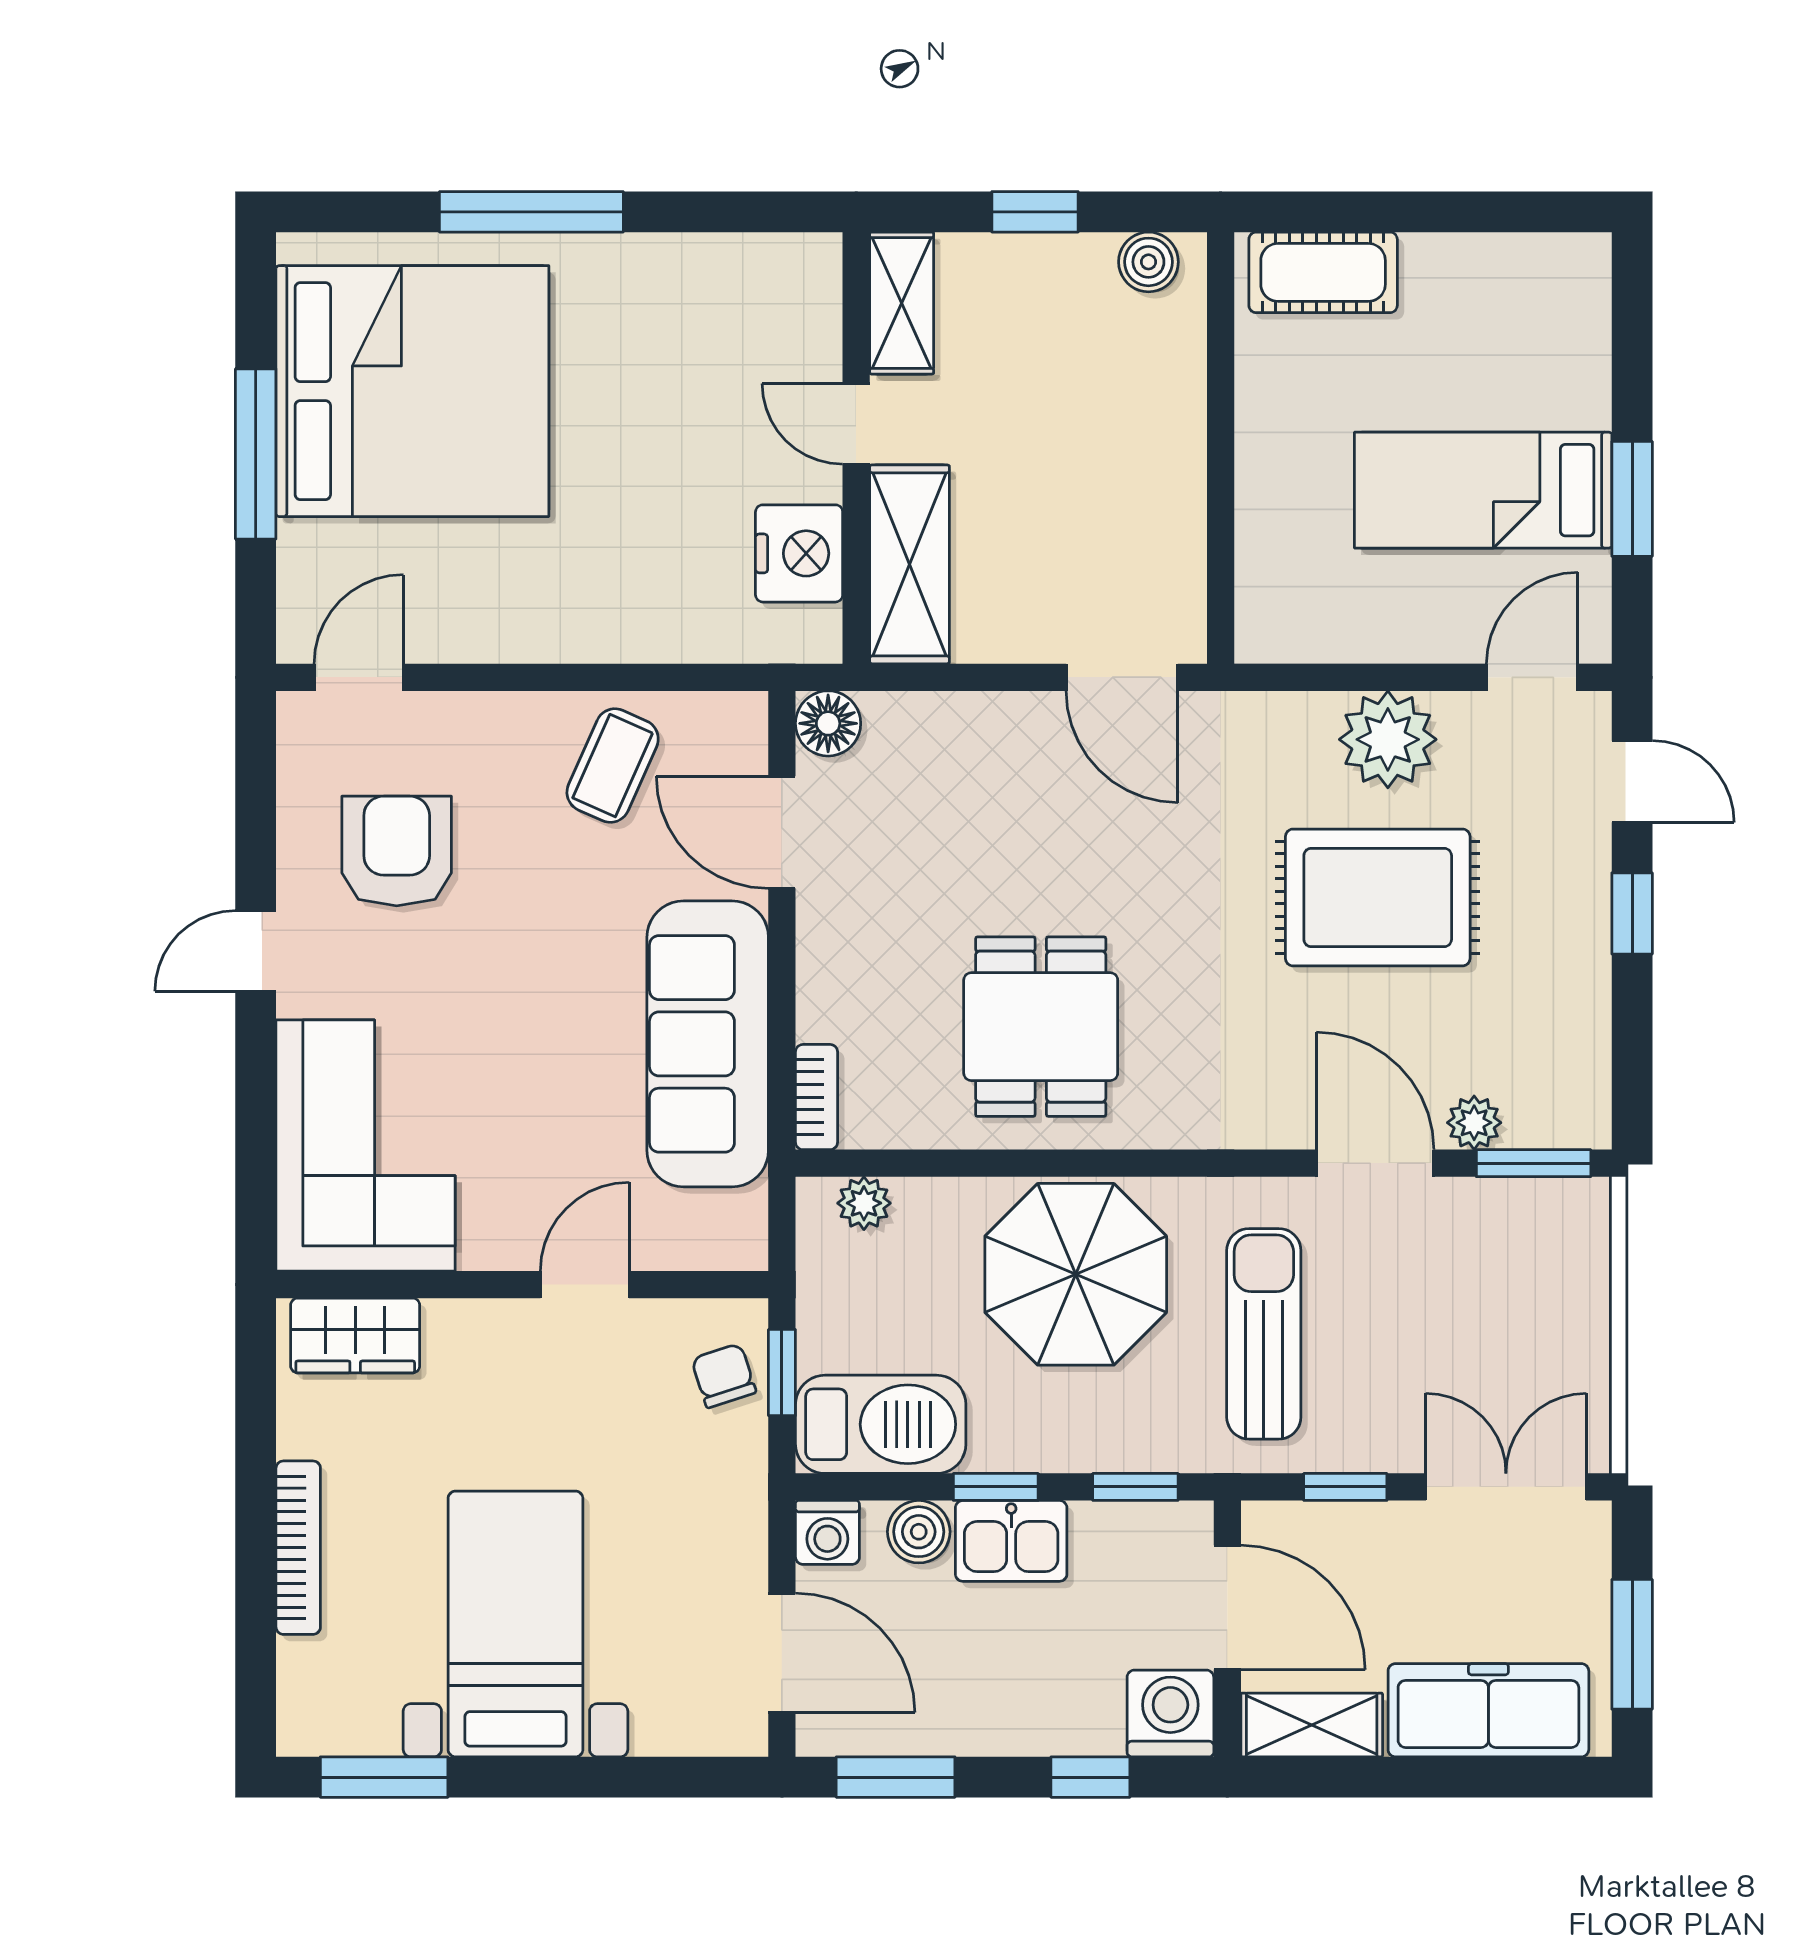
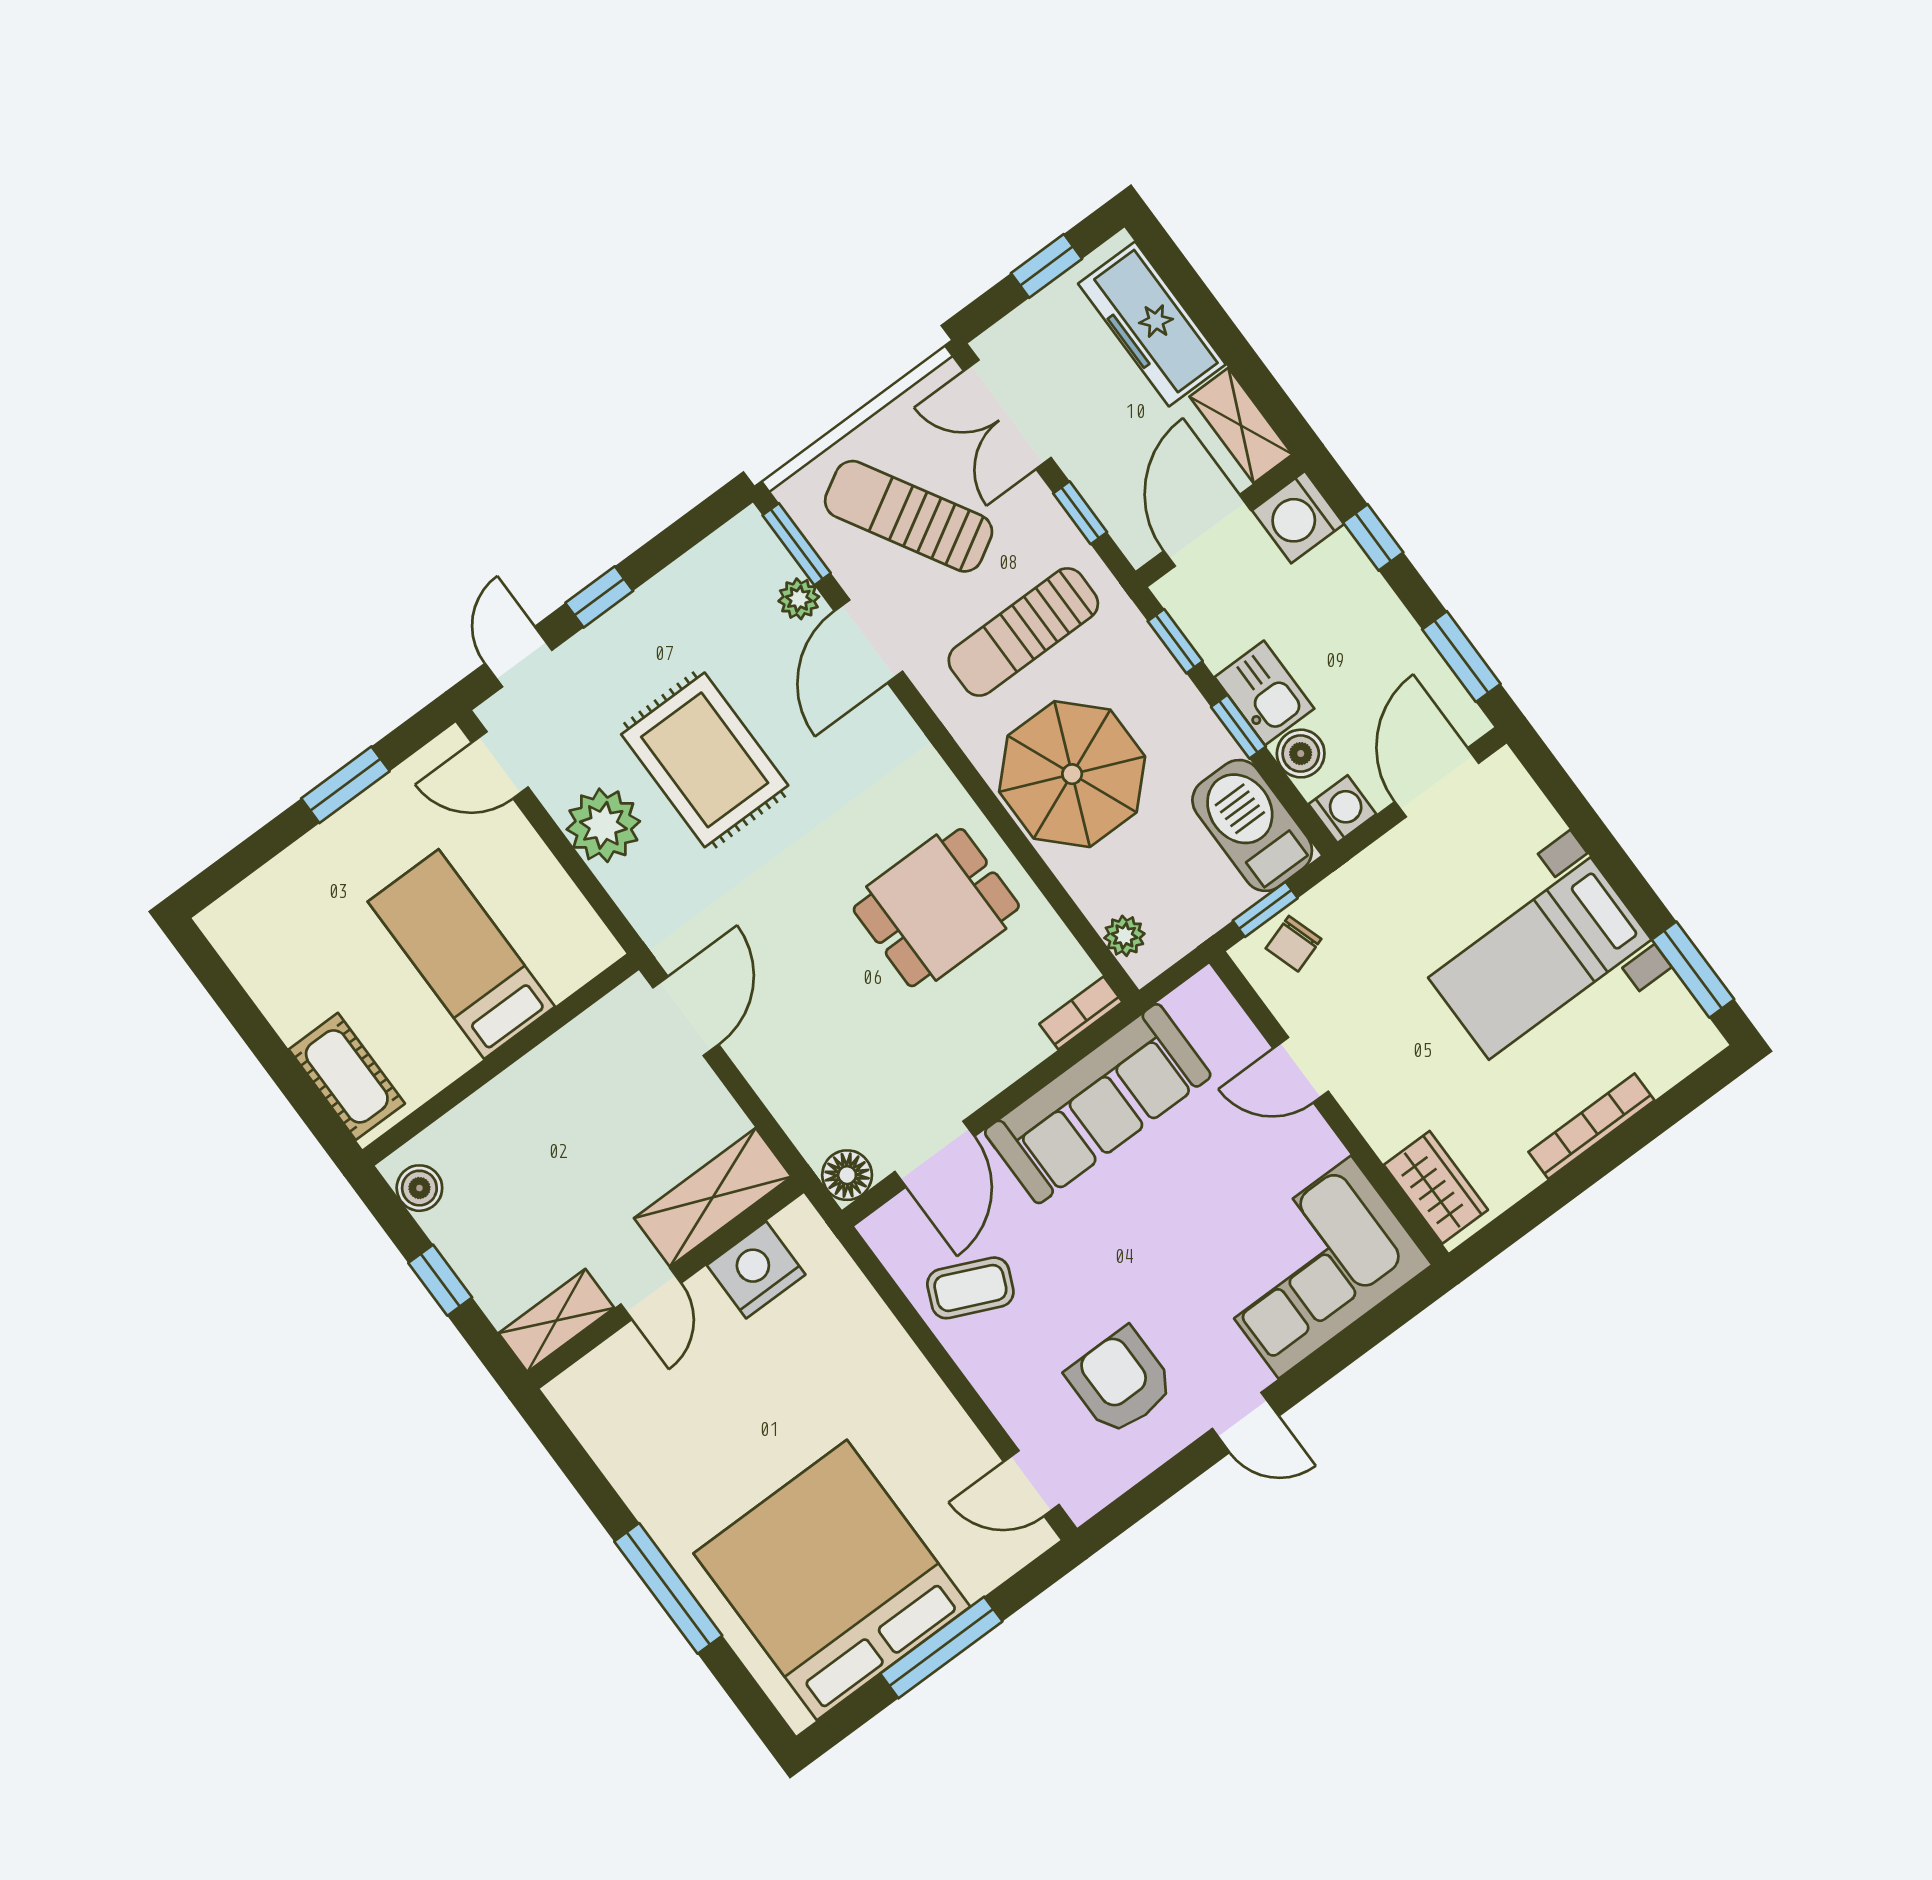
bed: (1483, 490) -> (461, 954), moved, turned 180
armchair: (397, 851) -> (1121, 1381), turned 90
sun lounger: (1476, 1303) -> (909, 516), added
window: (1632, 1644) -> (1047, 266), width x0.67

